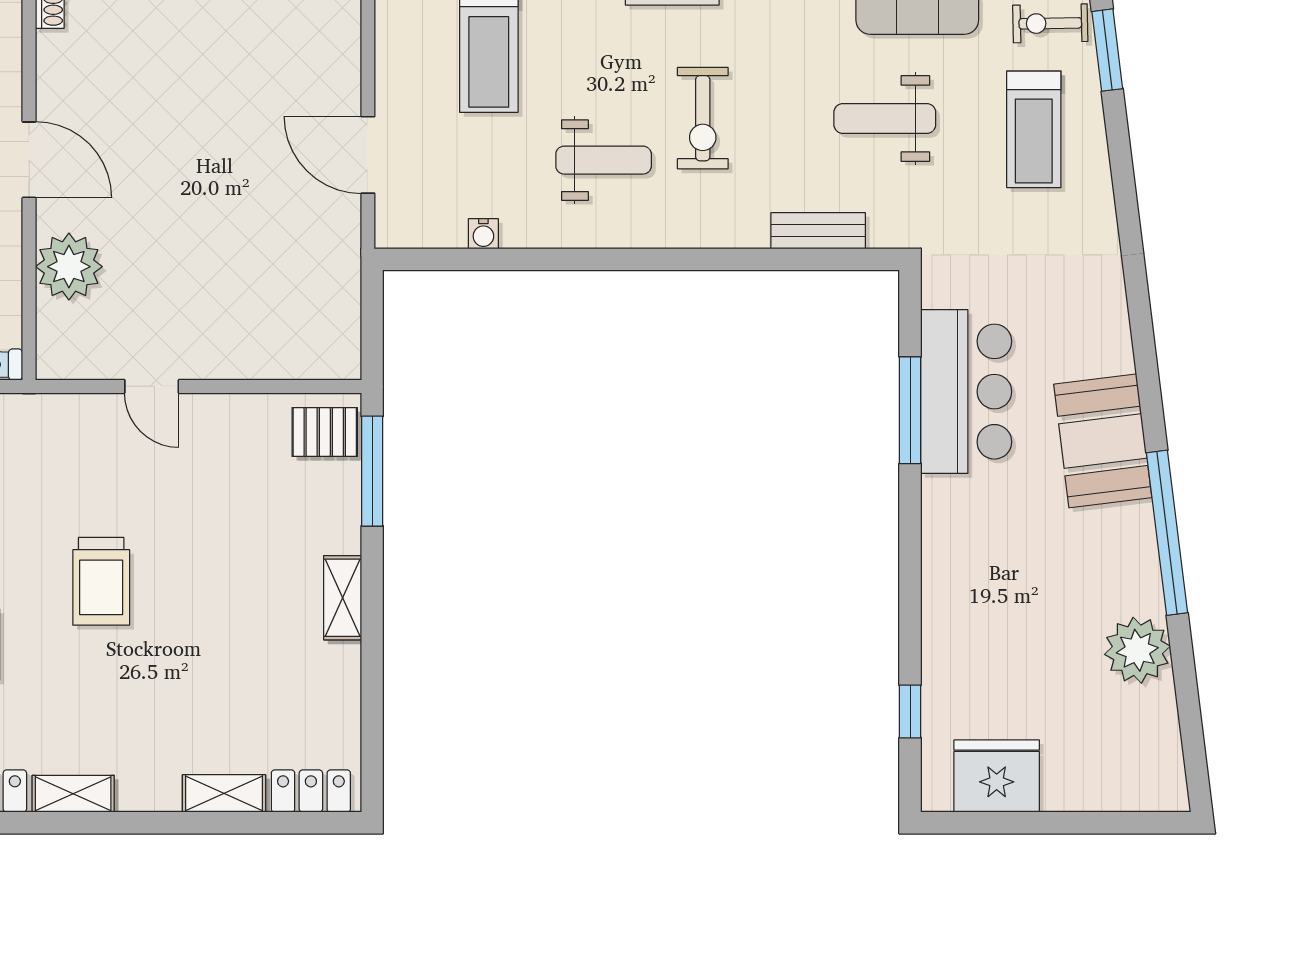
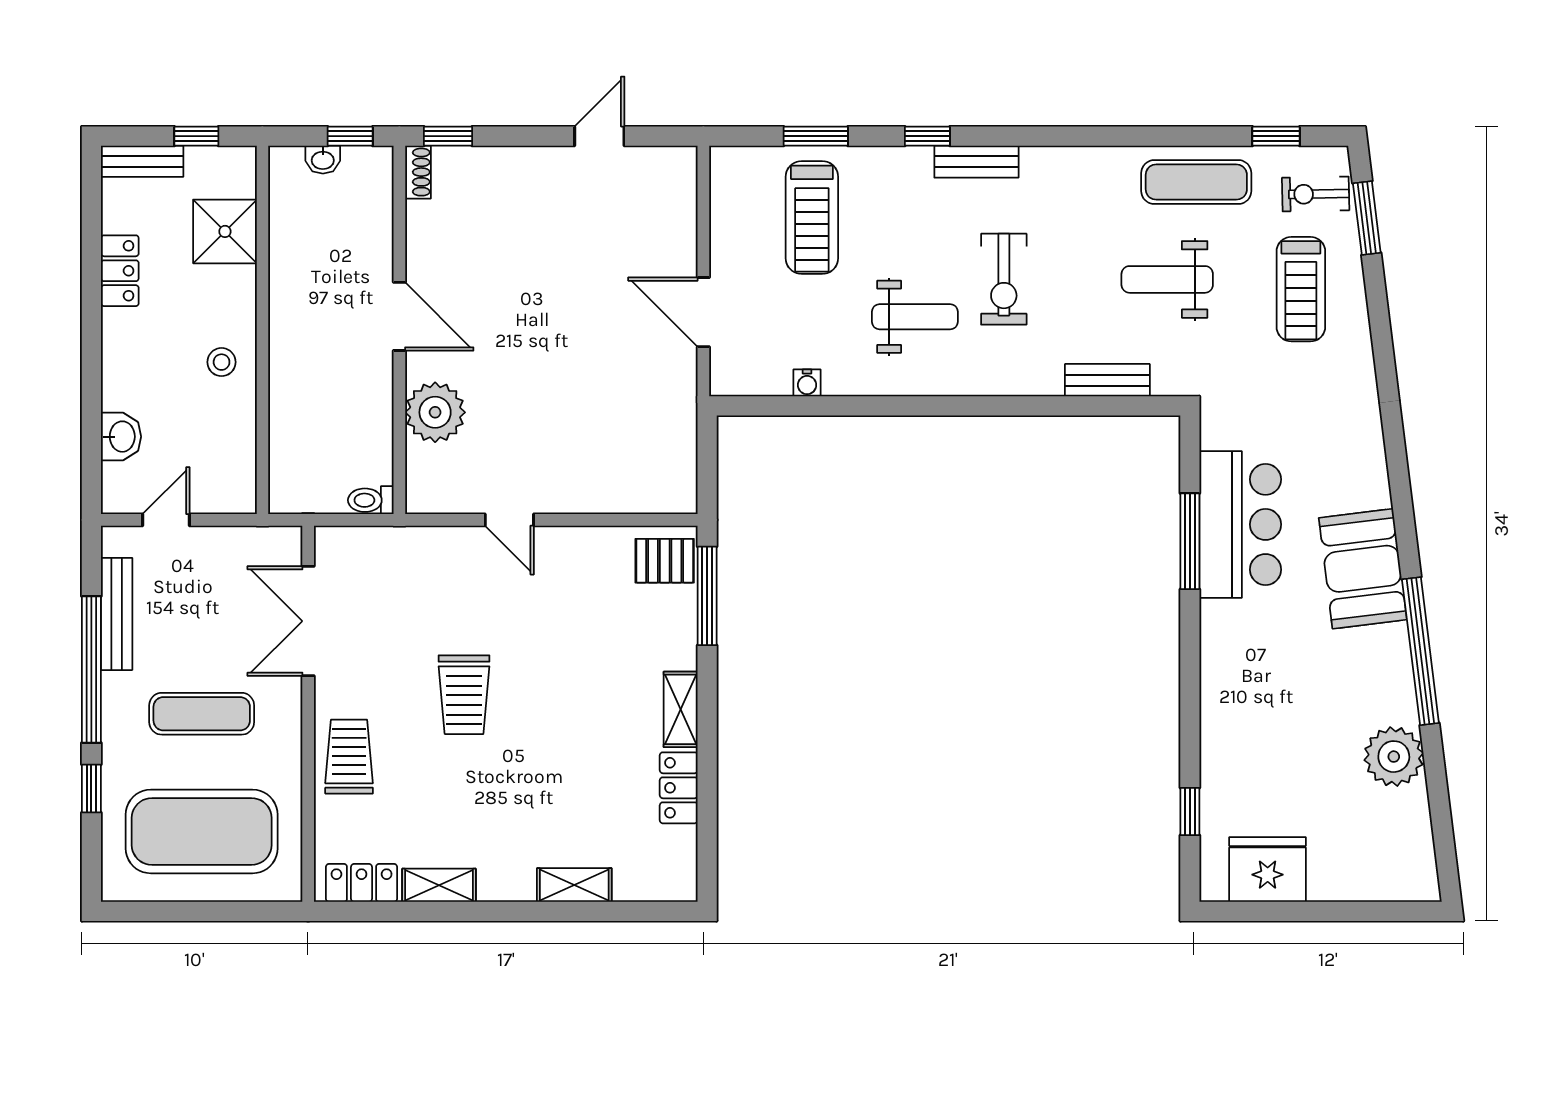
locker: (311, 791) -> (679, 788), moved, turned -90

